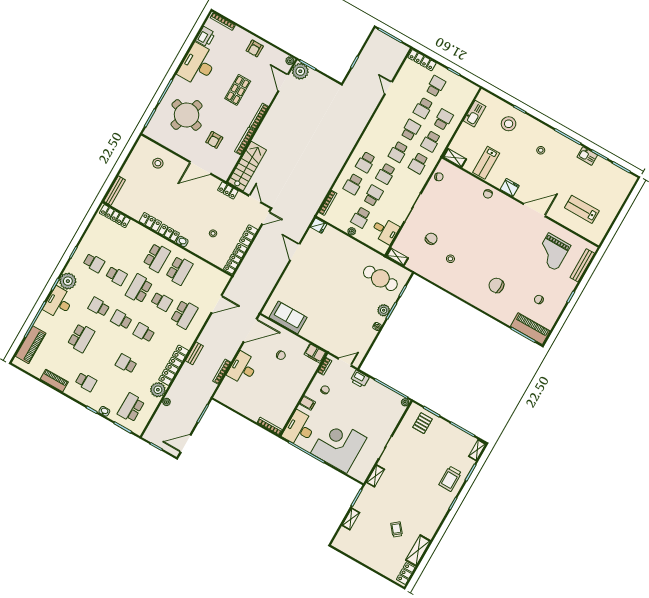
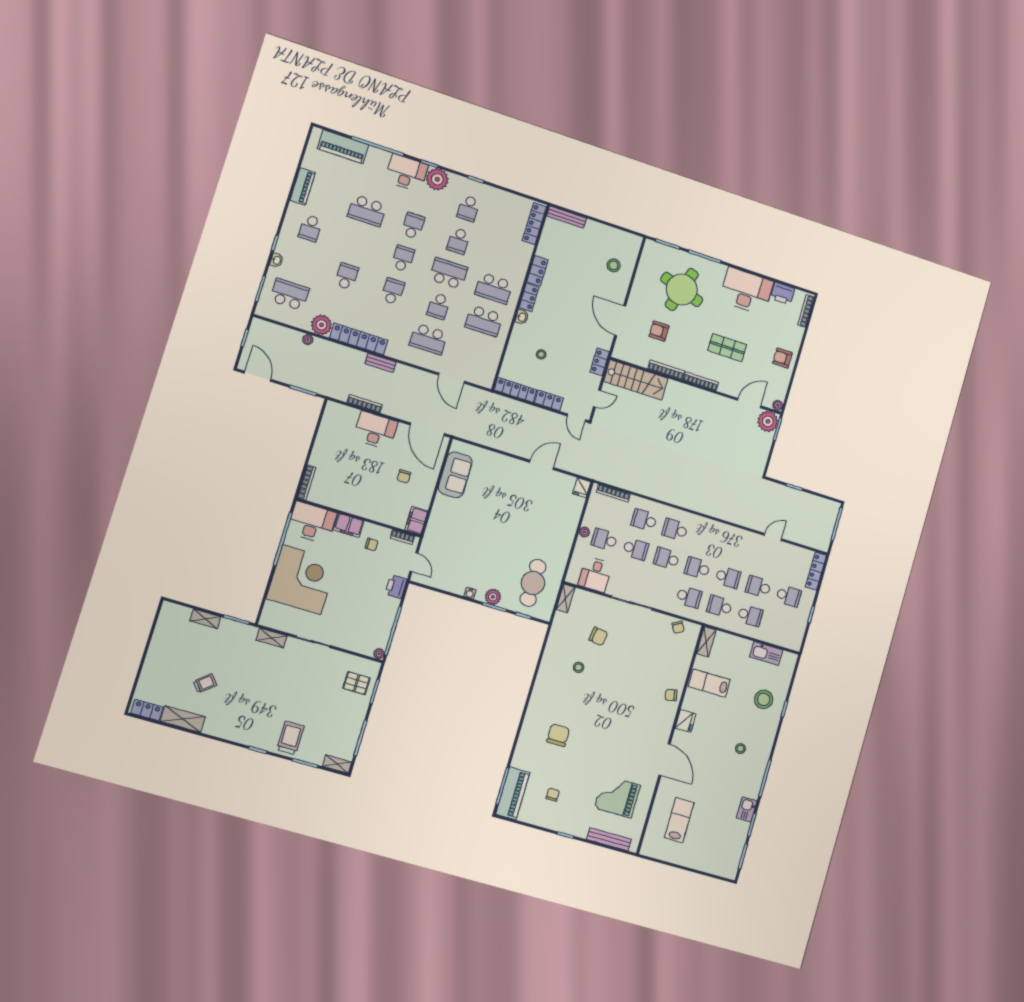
school desk: (418, 163) -> (689, 597), turned 180
filing cabinet: (307, 403) -> (349, 525), width x2.00
trolley: (450, 479) -> (290, 738), turned 90

